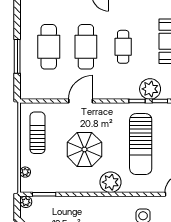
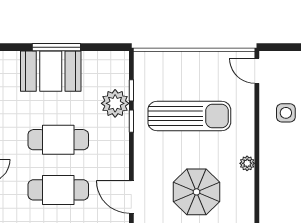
cafe table: (123, 47) -> (58, 140), width x1.37, depth x1.35
plant: (111, 182) -> (247, 163), width x0.53, depth x0.53

